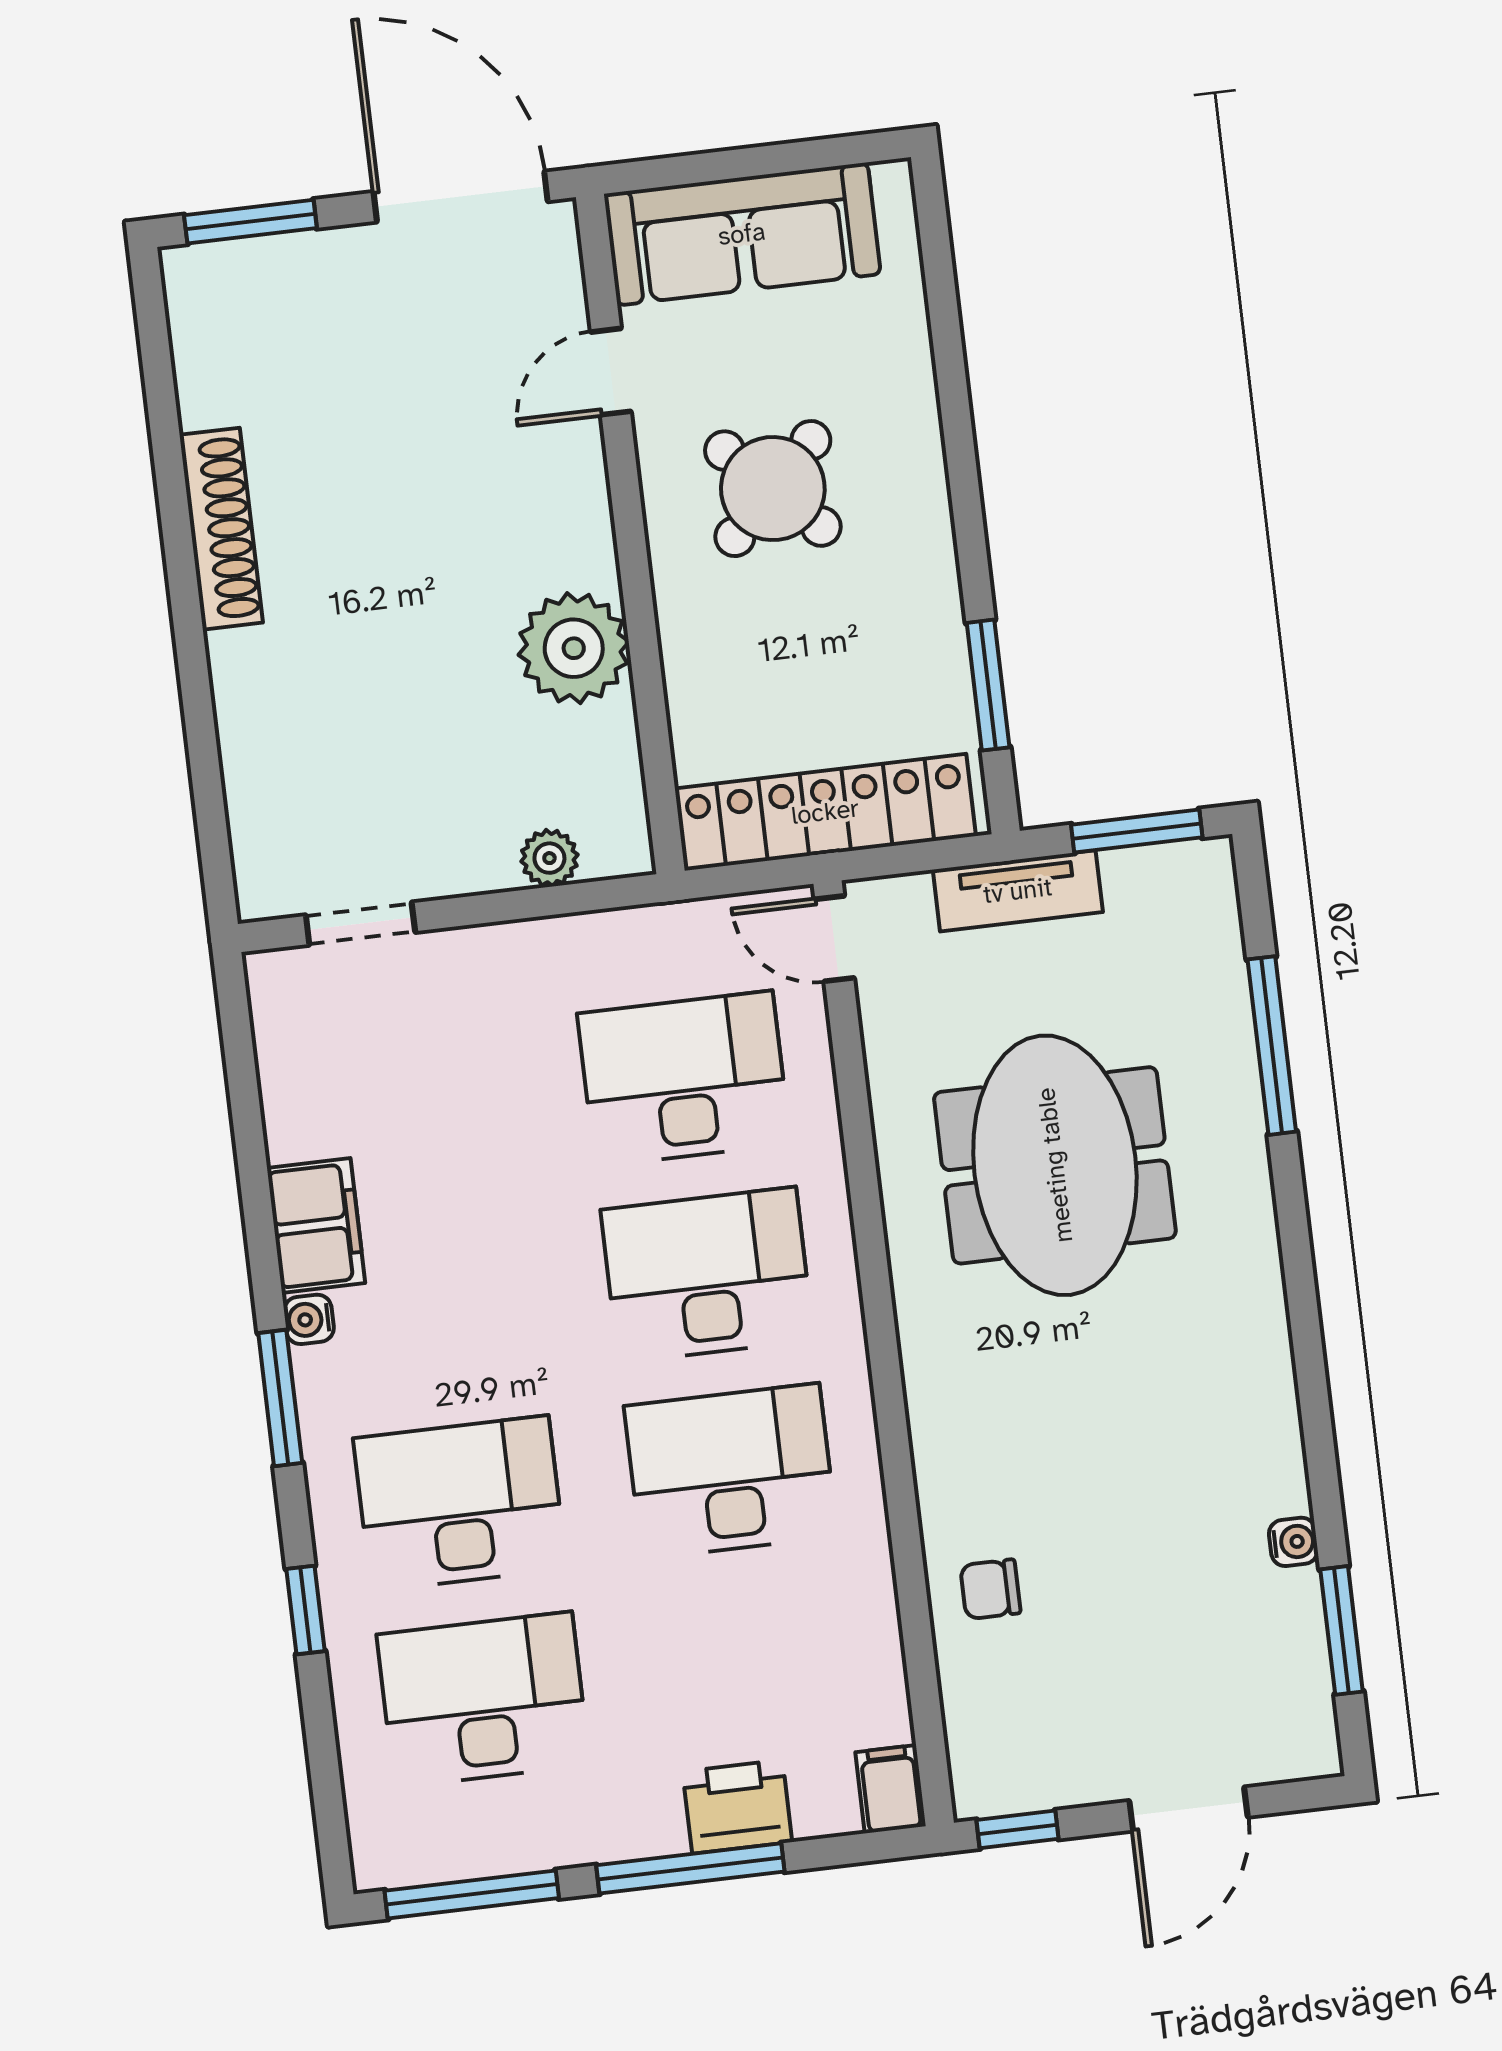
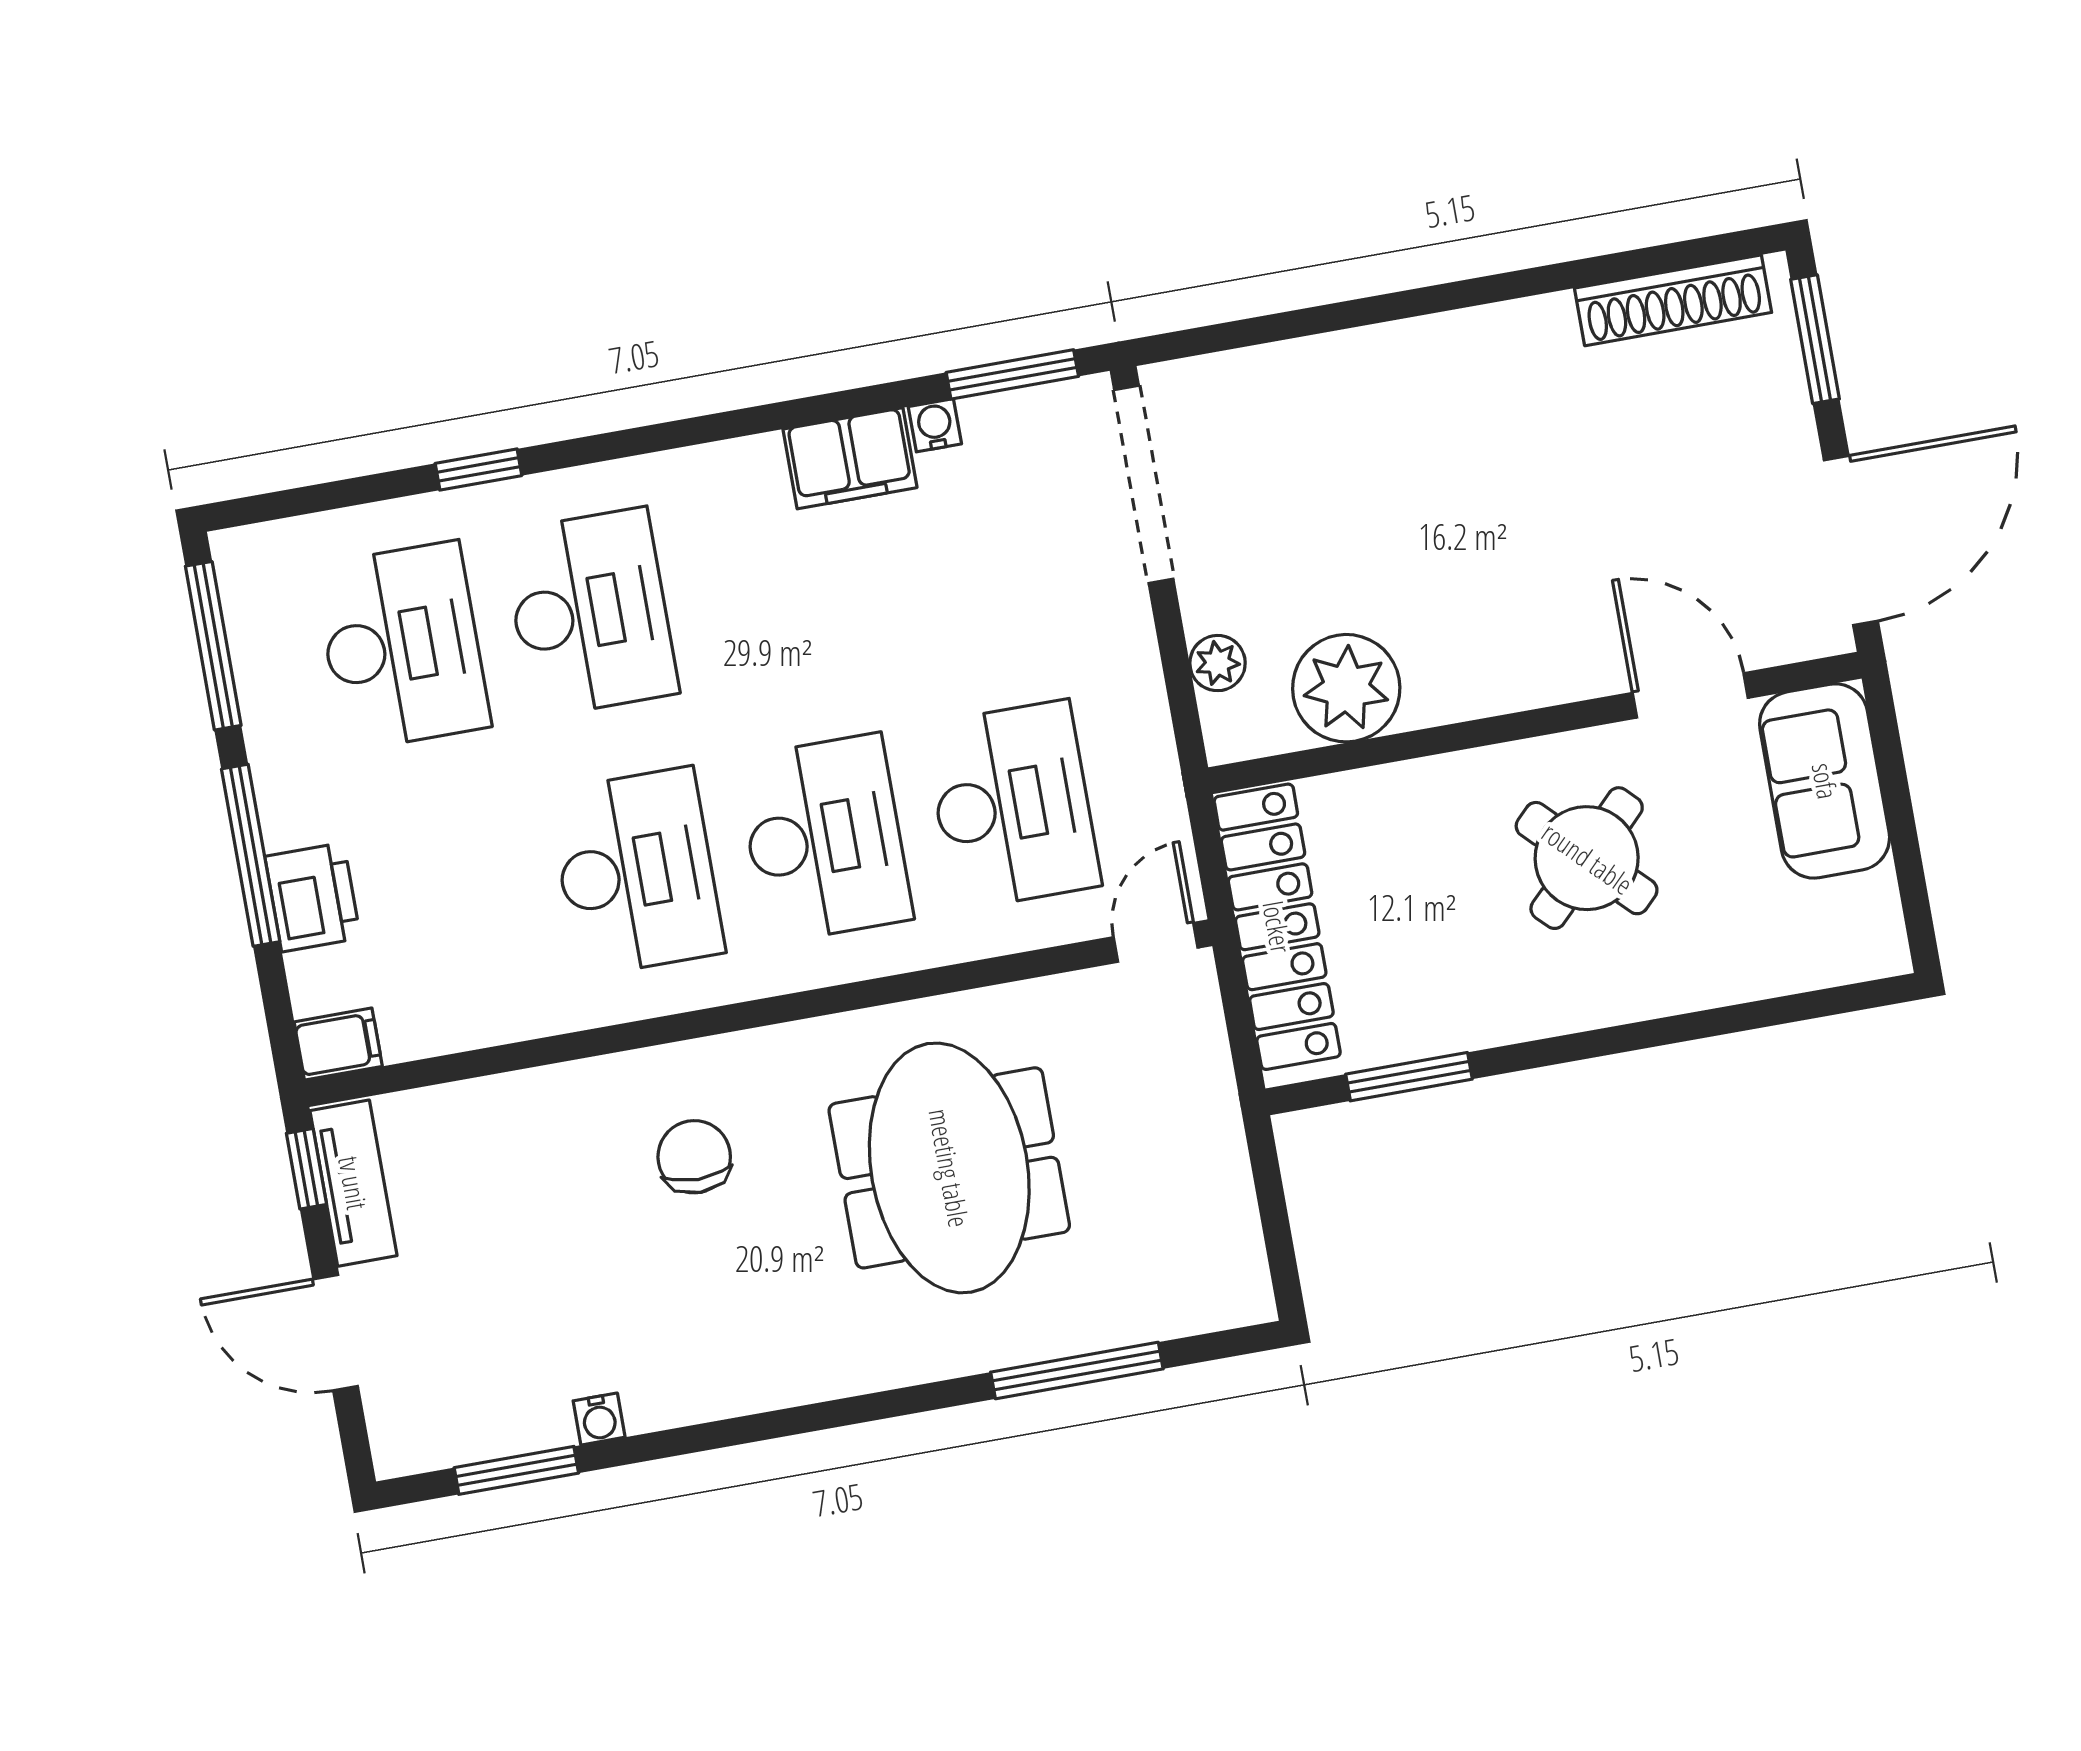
sofa: (742, 234) -> (1825, 781), width x0.73
door: (611, 372) -> (1690, 695), width x1.38
shoe rack: (221, 529) -> (1673, 300), moved
plant: (574, 648) -> (1346, 688), moved
window: (1137, 831) -> (1276, 1228), removed
tv unit: (1018, 891) -> (353, 1183), moved, turned 180
doorway: (360, 924) -> (1144, 484), width x1.88
meeting table: (1055, 1165) -> (949, 1168), turned 90
water cooler: (309, 1319) -> (935, 425), moved
window: (280, 1398) -> (1012, 374), moved
chair: (990, 1589) -> (694, 1157), moved, width x1.37, depth x1.37

